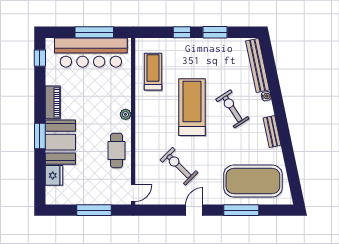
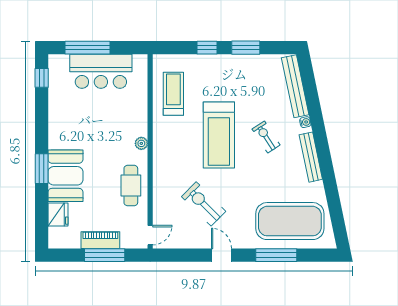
window: (94, 32) -> (87, 48), moved
bar counter: (91, 53) -> (101, 71), width x0.73
piano: (53, 102) -> (100, 240), moved, turned -90
treadmill: (192, 107) -> (219, 135), turned 180
exercise bike: (232, 109) -> (266, 137), width x0.73, depth x0.72
bench: (272, 132) -> (311, 157), width x1.36
door: (194, 210) -> (222, 255), hinge flipped

